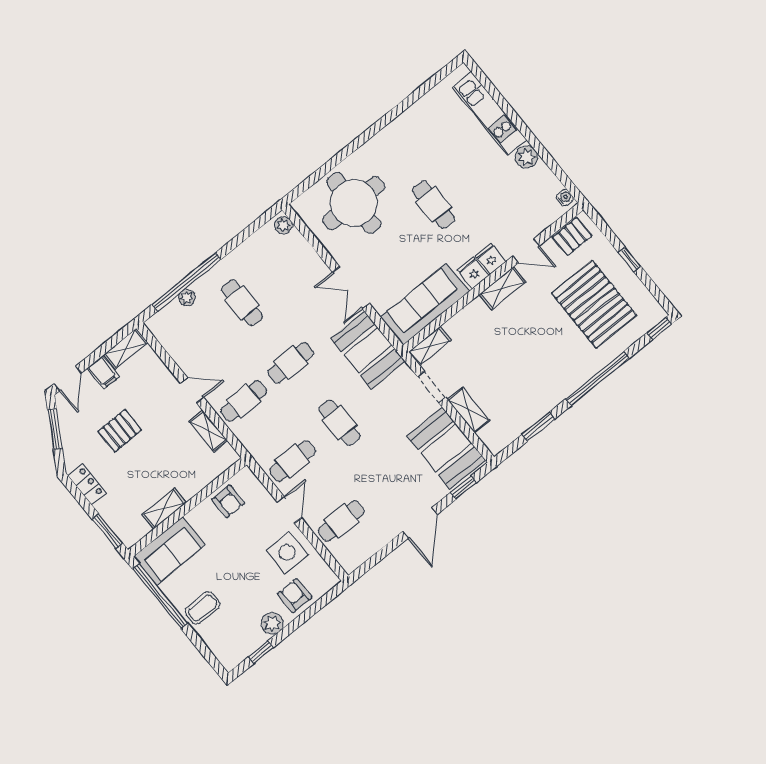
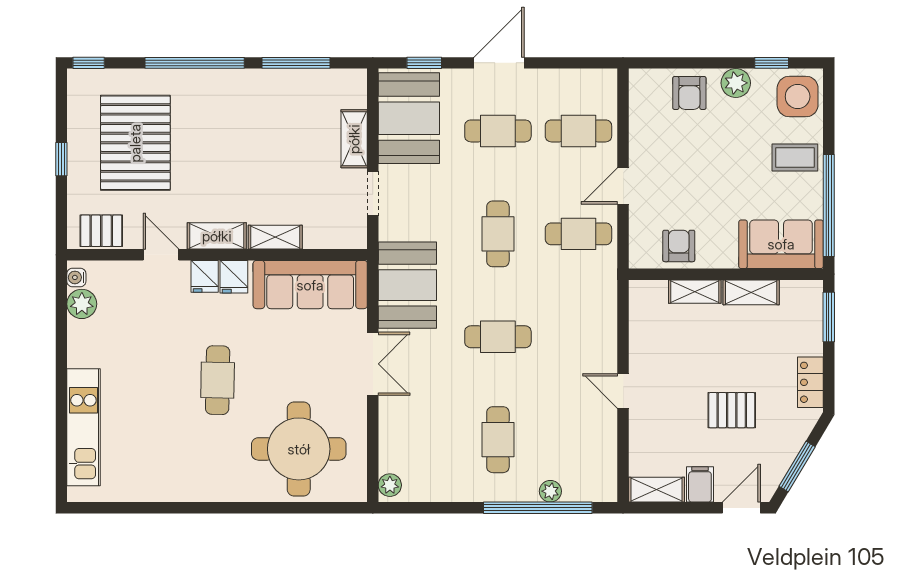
plant: (526, 157) -> (82, 304), moved
shelving: (430, 346) -> (275, 237), moved
cafe table: (244, 401) -> (498, 131), moved
window: (538, 427) -> (296, 63), width x1.44
shelving: (208, 431) -> (695, 292), moved, turned 90
side table: (287, 552) -> (798, 97), moved

